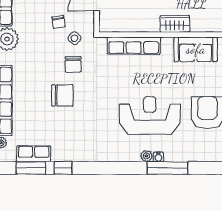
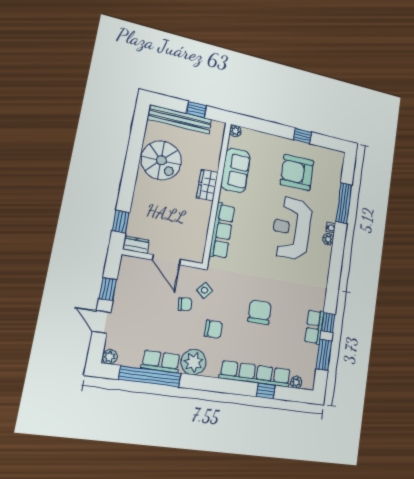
chair: (73, 64) -> (213, 329), moved
row of seats: (34, 154) -> (314, 327), moved
window: (167, 168) -> (344, 203), moved

